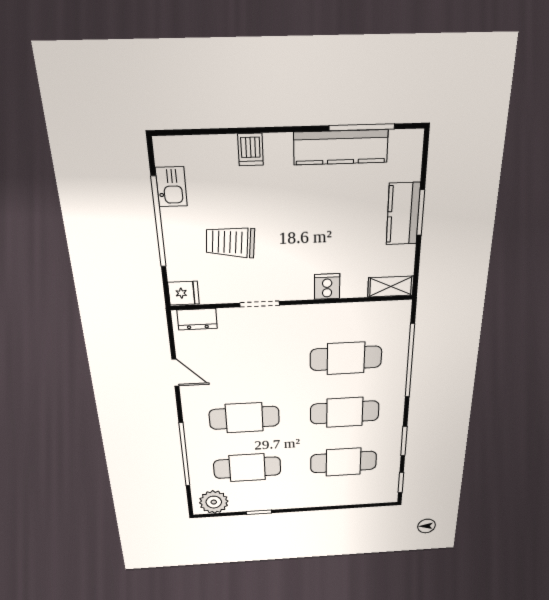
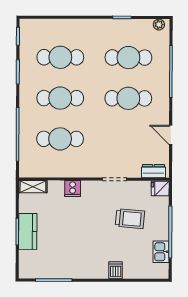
kitchen counter: (341, 147) -> (65, 270), removed
plant: (214, 502) -> (159, 25), width x0.53, depth x0.53

